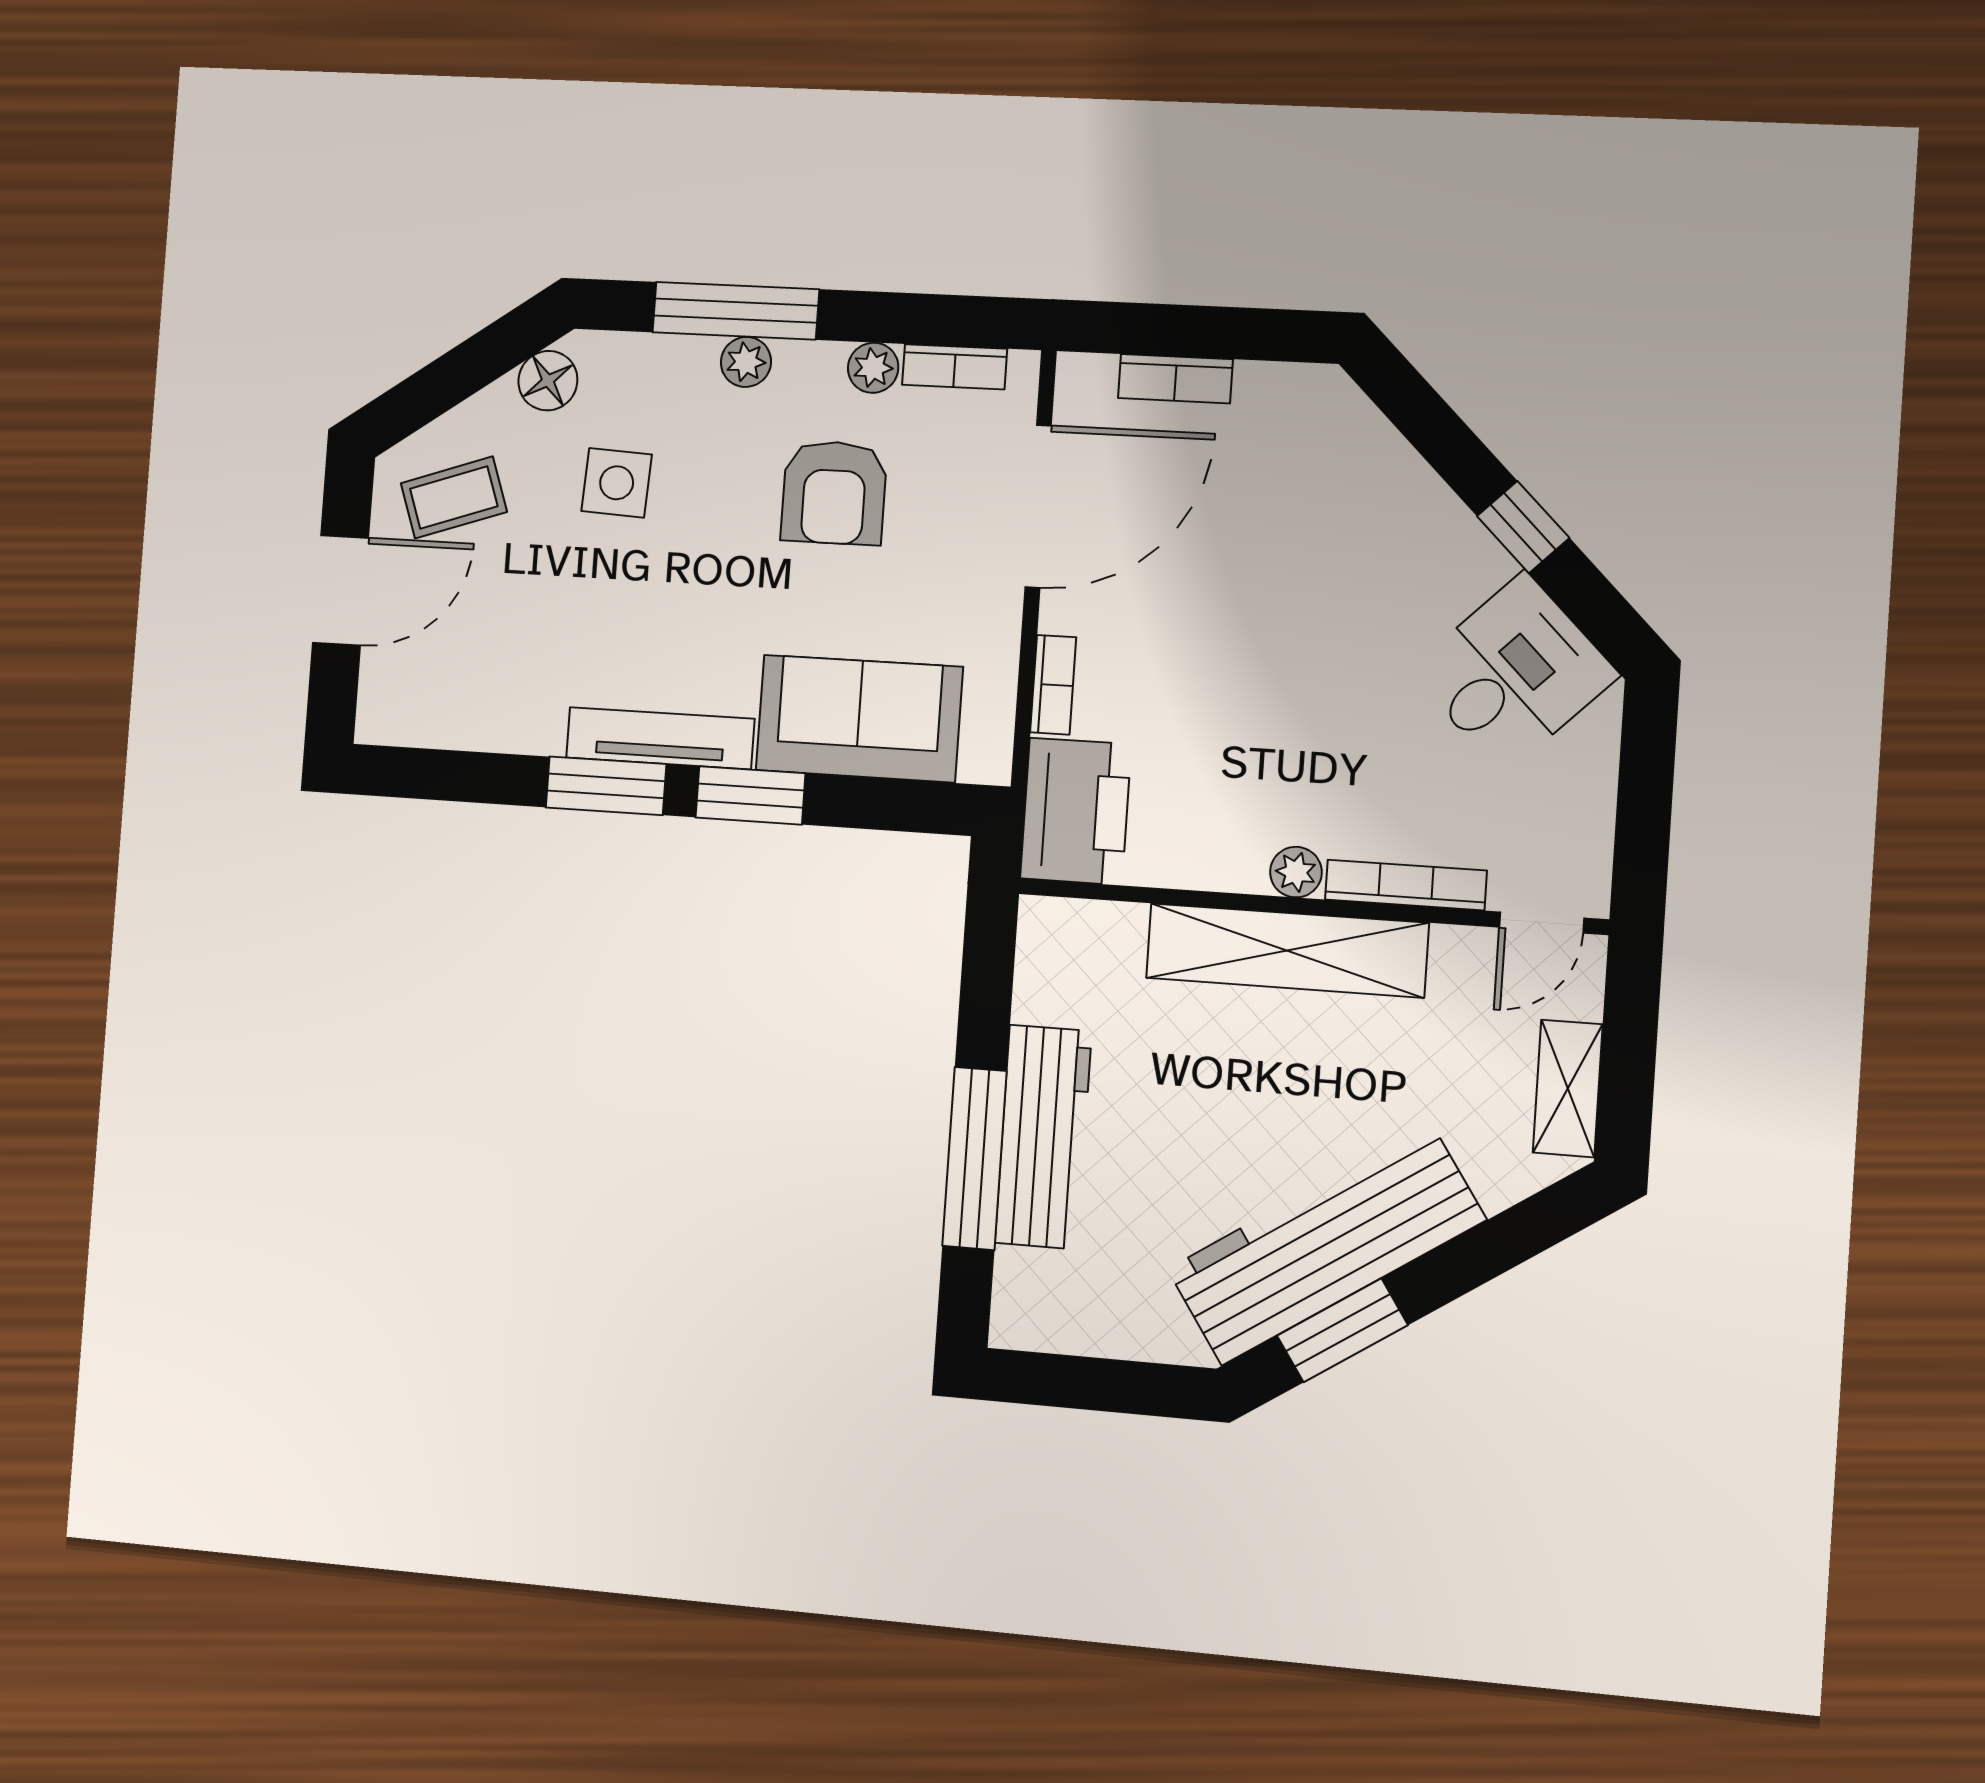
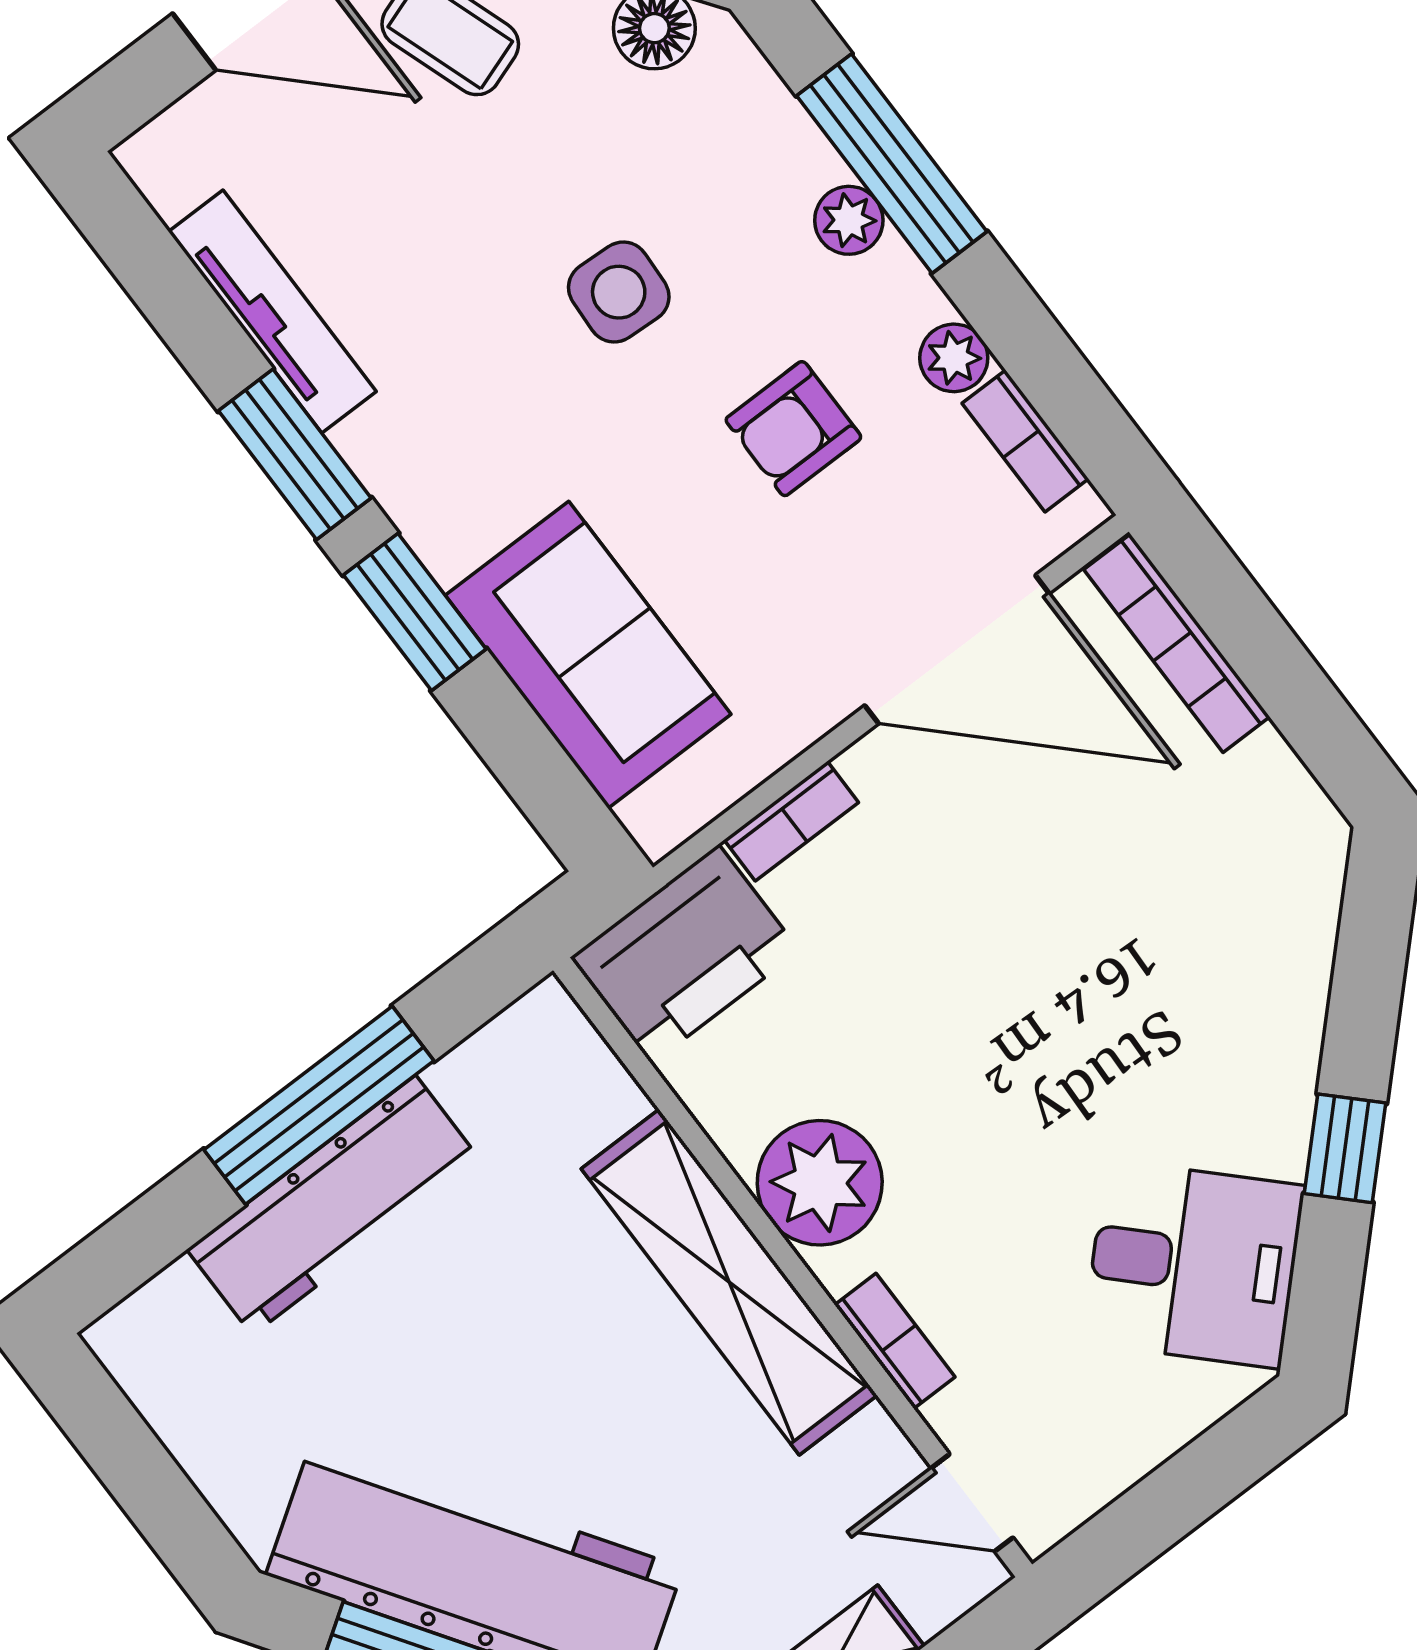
bookcase: (1175, 379) -> (1177, 643), width x1.56
side table: (617, 483) -> (619, 292), moved
armchair: (834, 493) -> (793, 429), width x0.72, depth x0.72
tv unit: (660, 738) -> (272, 312), moved
plant: (1296, 872) -> (820, 1183), width x1.88, depth x1.88
bookcase: (1406, 885) -> (895, 1341), width x0.64
window: (975, 1158) -> (319, 1105), moved

